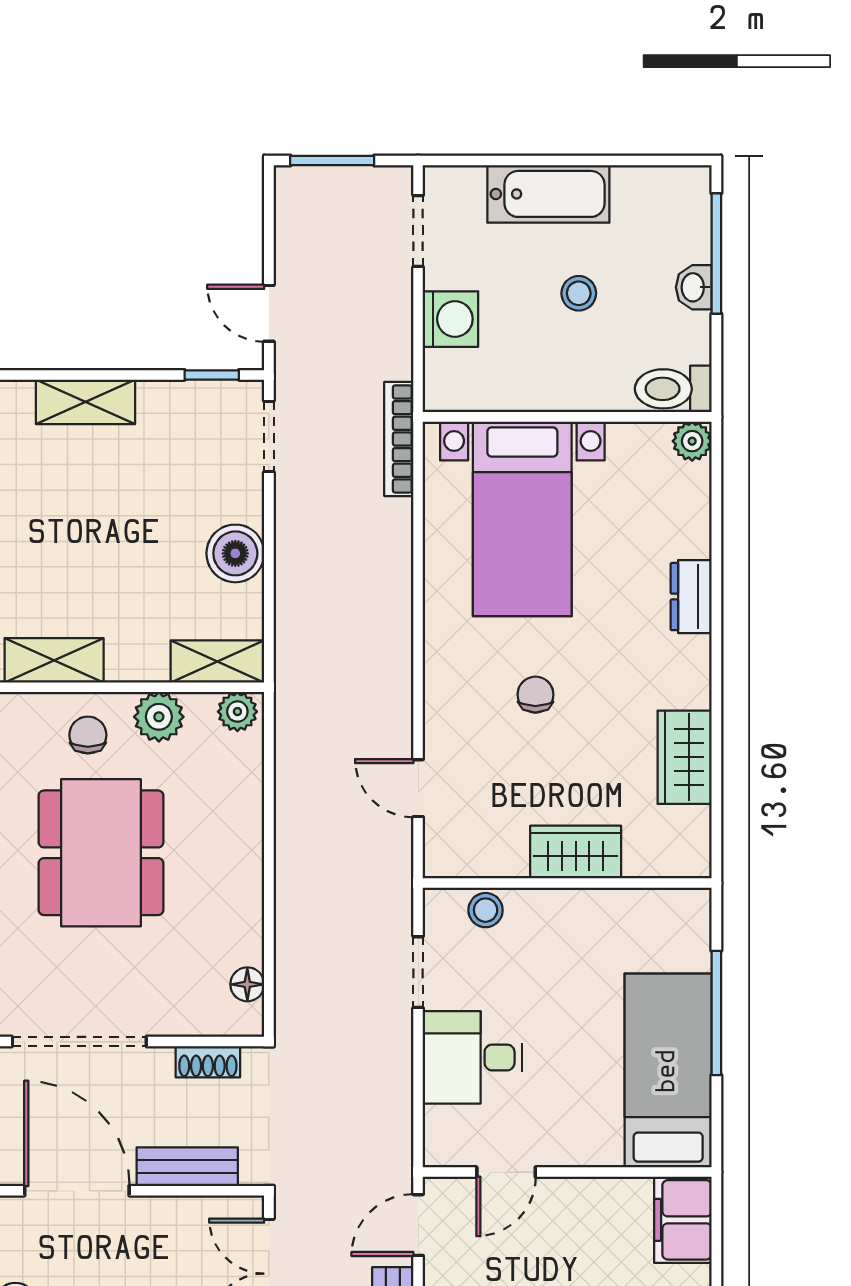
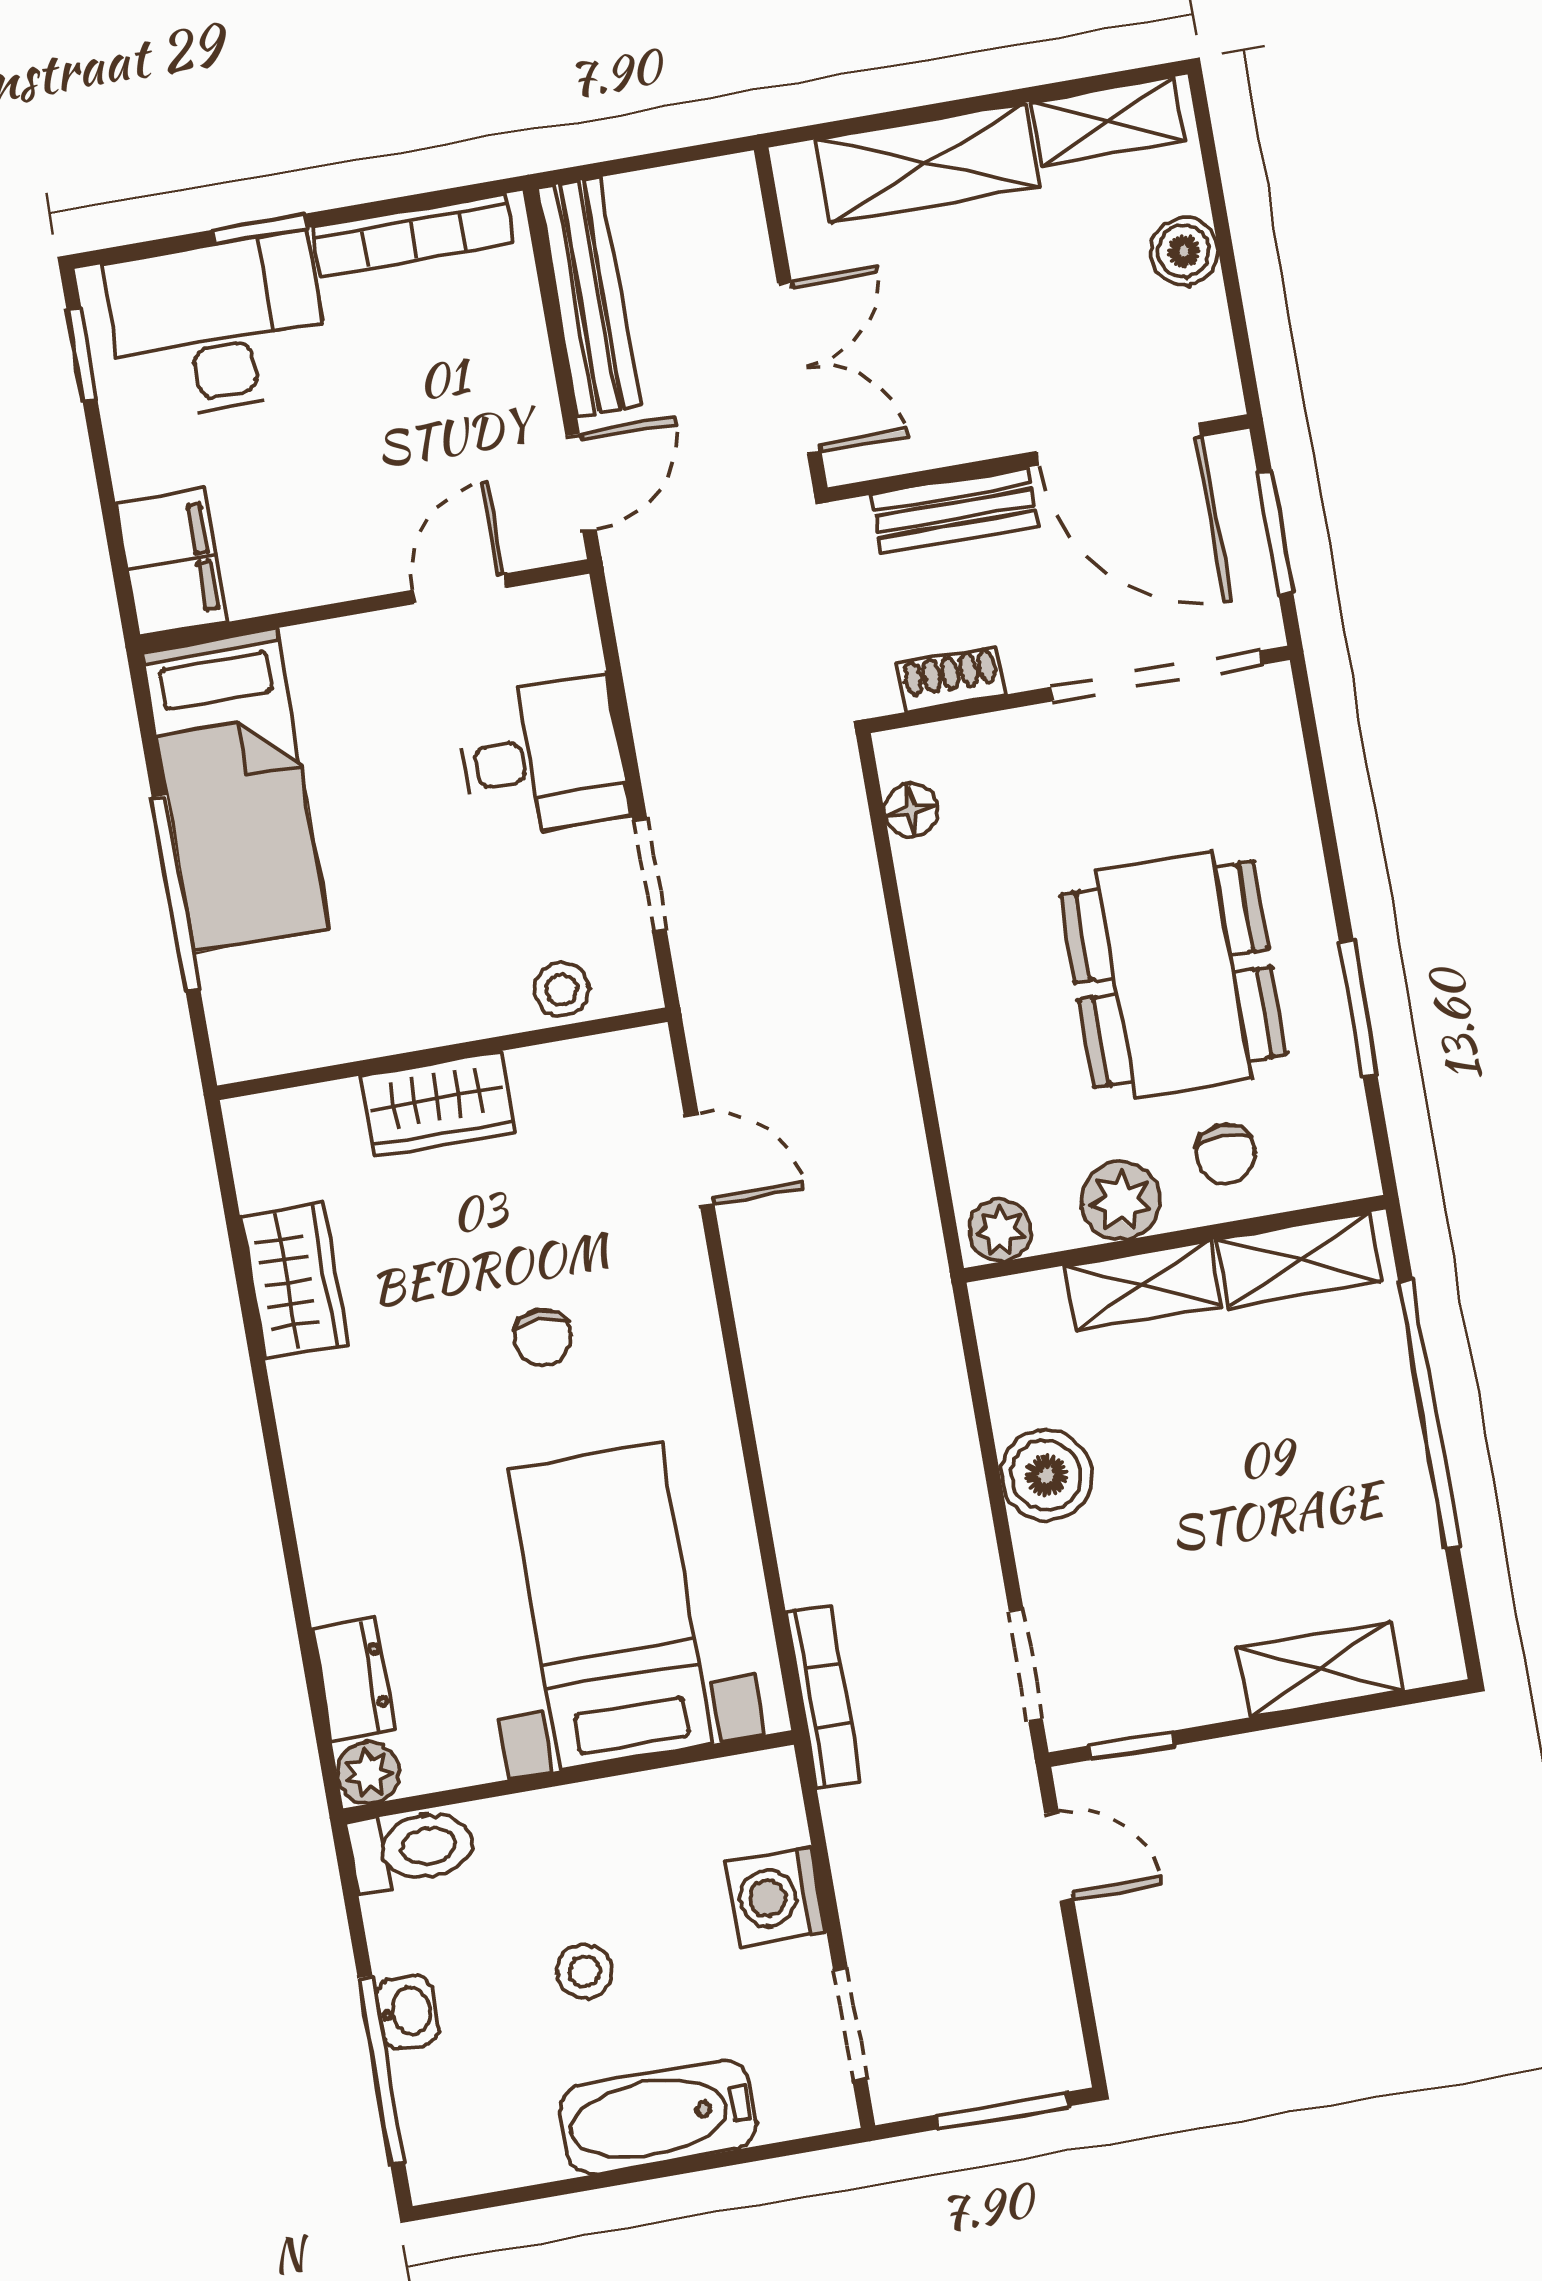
dresser: (691, 597) -> (354, 1680), moved
shelving: (217, 662) -> (1143, 1285), moved

